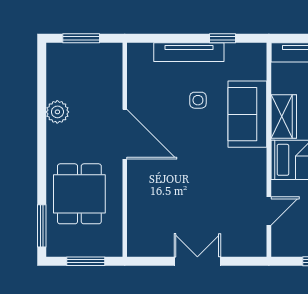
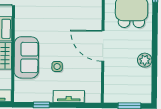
tv unit: (189, 52) -> (69, 97), width x0.71

